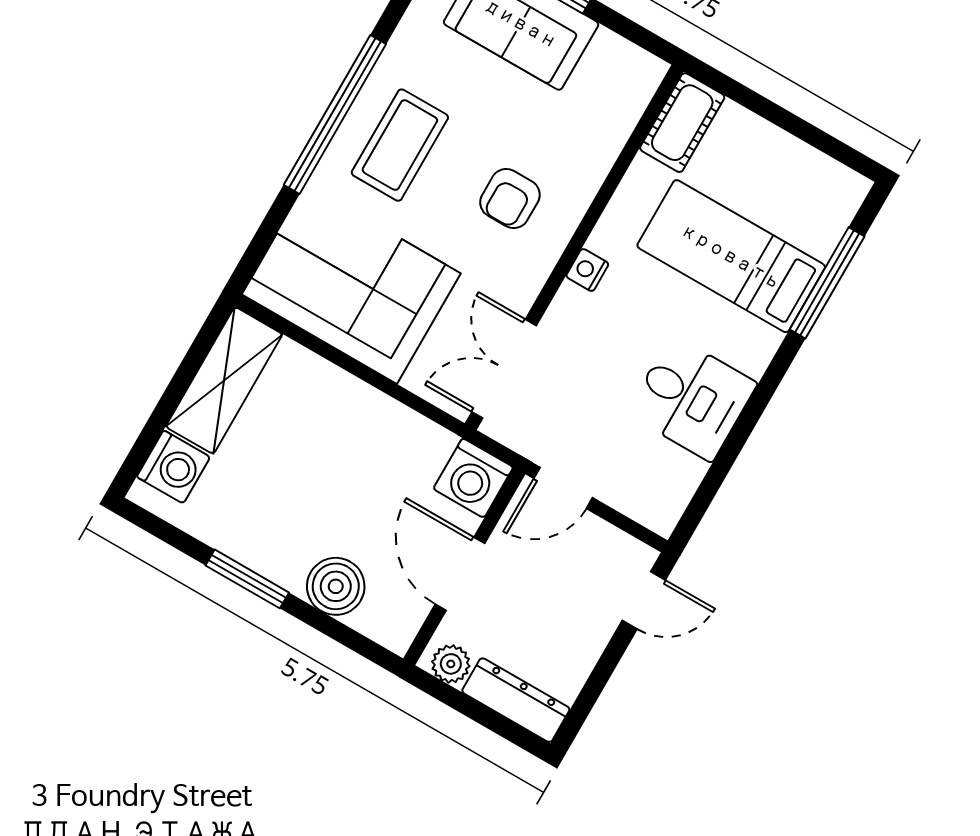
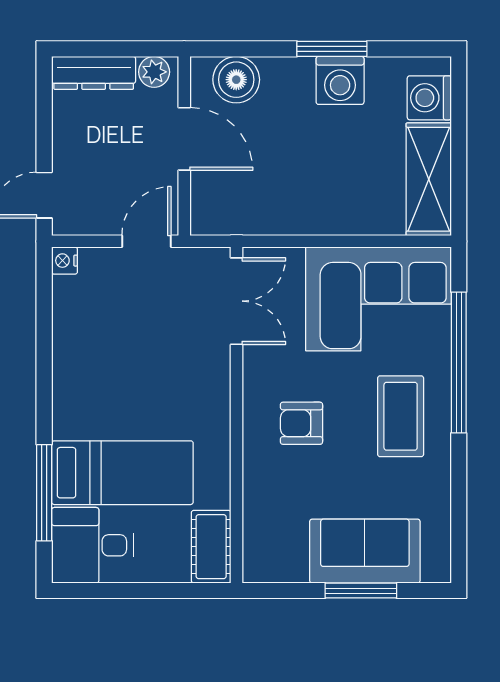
window: (335, 115) -> (459, 362), moved
armchair: (510, 199) -> (301, 423), turned -90
nightstand: (587, 270) -> (65, 261), moved, turned 180
desk: (692, 398) -> (92, 545), moved
washing machine: (473, 478) -> (340, 80), moved, turned 180
boiler: (336, 586) -> (236, 80), moved

